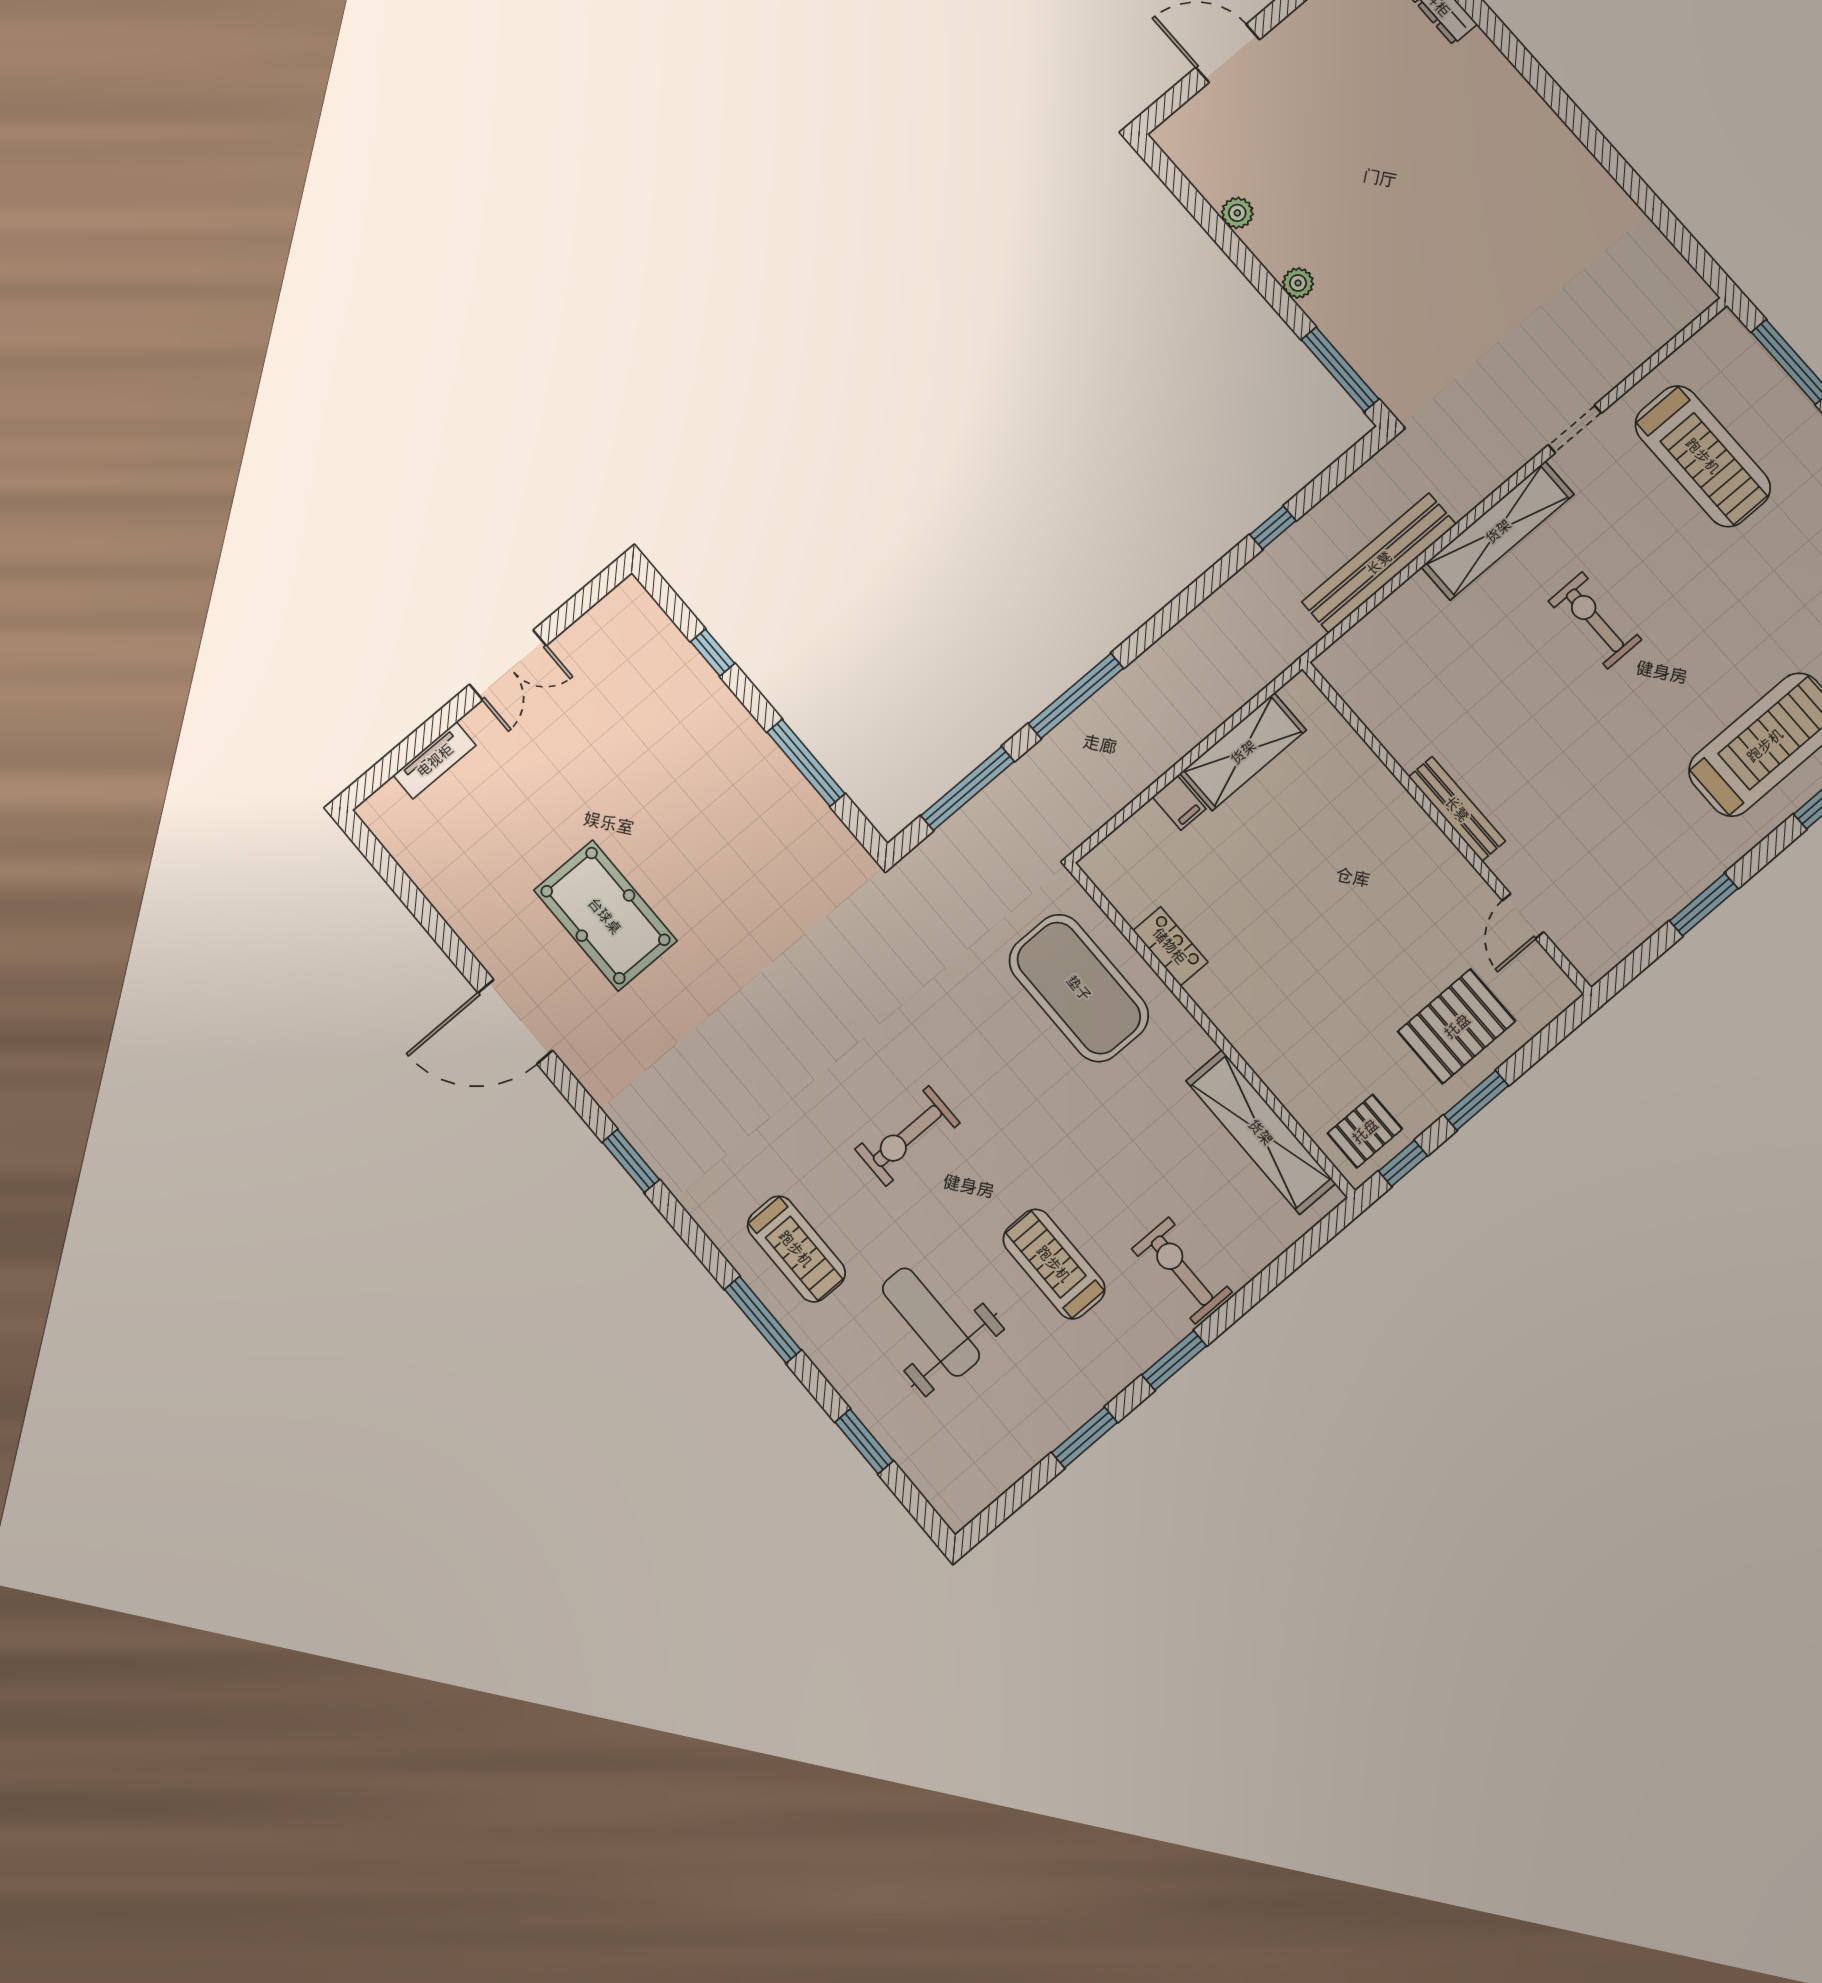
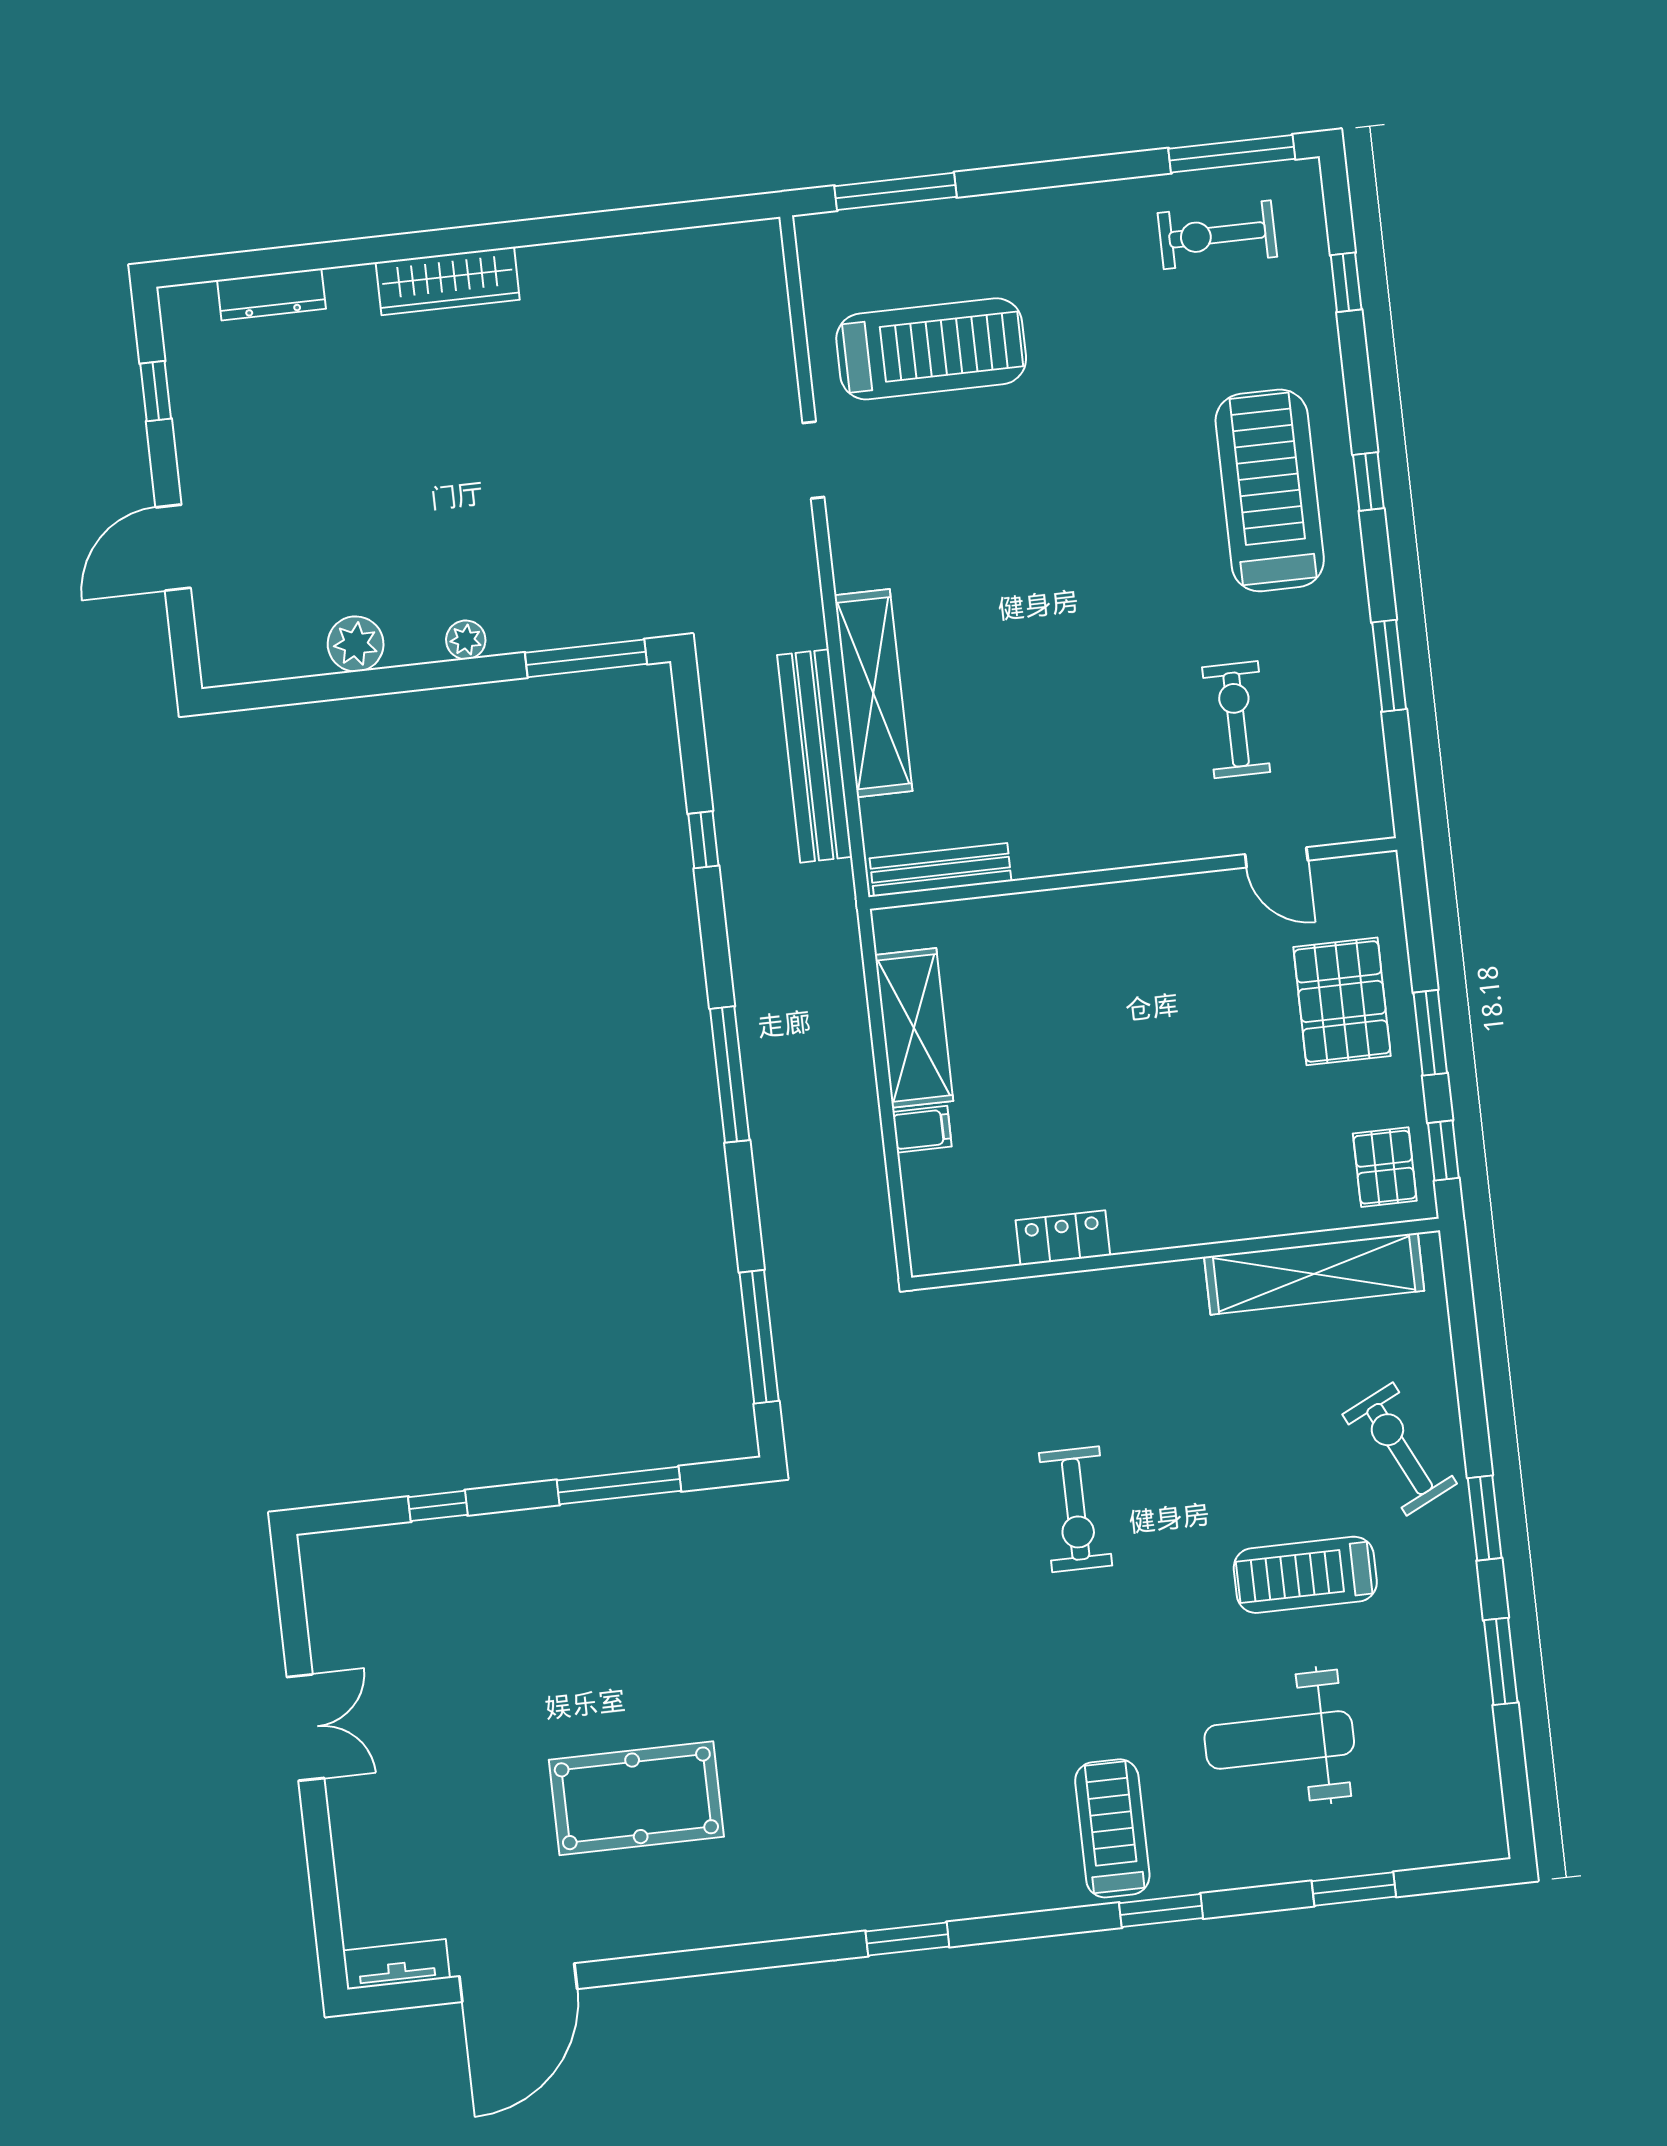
wardrobe: (1526, 111) -> (448, 281), added
plant: (1237, 213) -> (356, 644), width x1.38, depth x1.38
shelving: (1498, 531) -> (873, 693), moved
exercise bike: (1595, 620) -> (1236, 720), moved, turned 90
window: (1076, 696) -> (730, 1074), moved
tv unit: (435, 760) -> (396, 1964), moved, turned -90
bench: (1457, 809) -> (941, 870), moved
exercise mat: (1079, 988) -> (1042, 1360), removed
door: (515, 1022) -> (518, 1983), moved
exercise bike: (907, 1136) -> (1076, 1509), moved
treadmill: (796, 1249) -> (1112, 1828), turned -90
exercise bike: (1182, 1271) -> (1400, 1449), turned 64
window: (763, 1320) -> (1161, 1911), width x0.69

